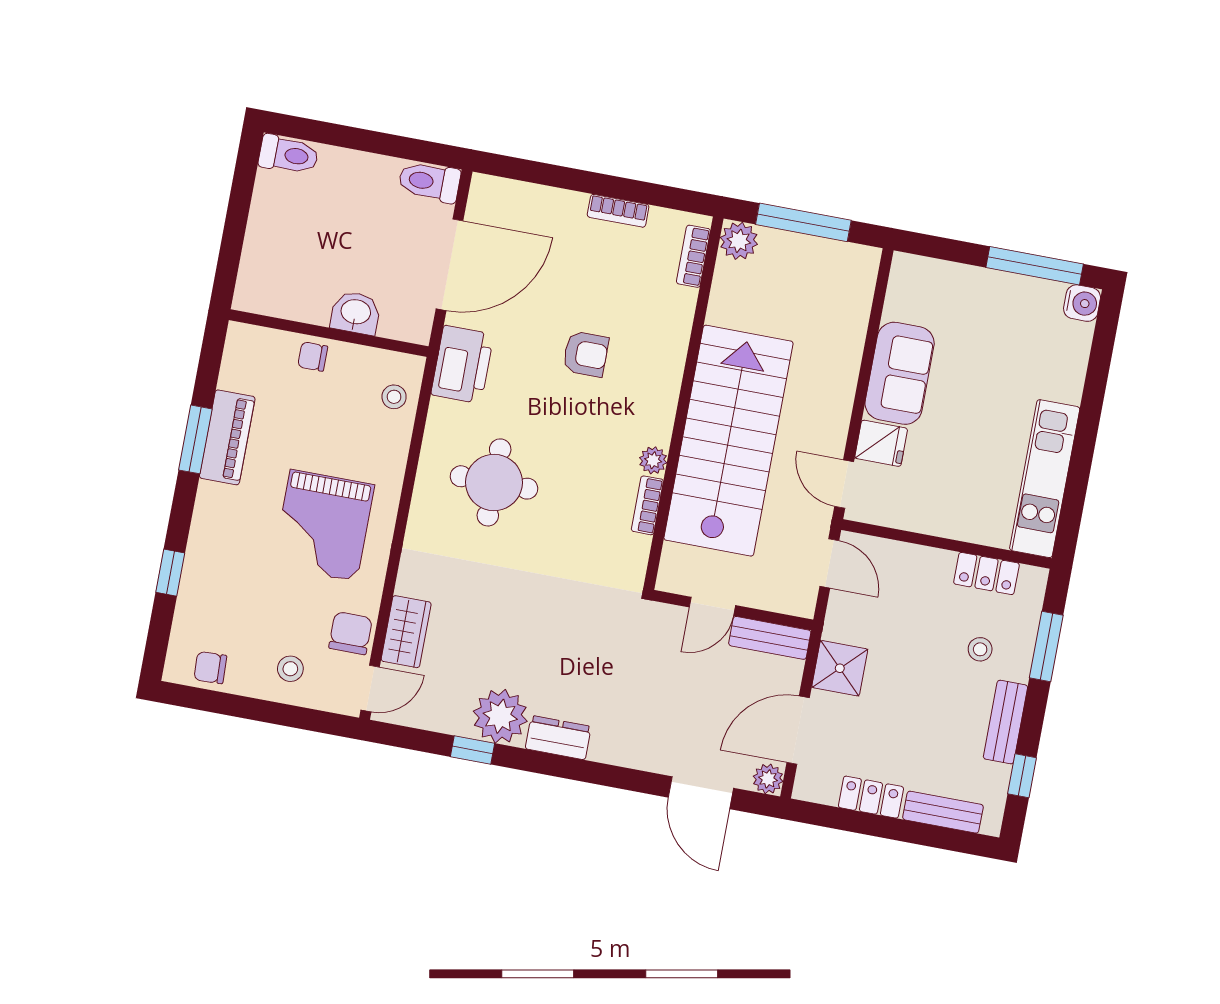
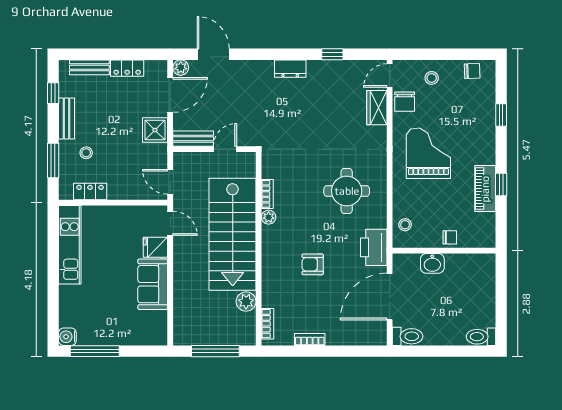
plant: (739, 241) -> (246, 302), moved
window: (195, 439) -> (501, 185), width x0.67
plant: (500, 716) -> (321, 74), removed

